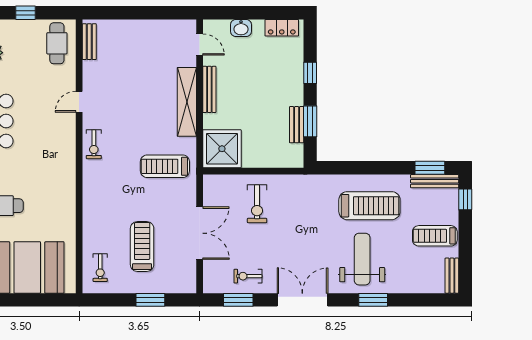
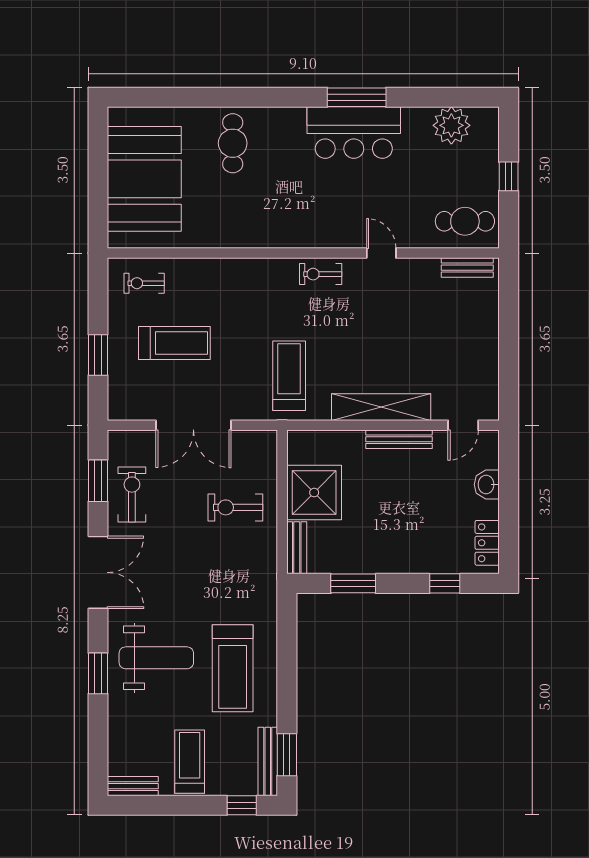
window: (310, 73) -> (445, 583), moved
bench: (297, 125) -> (297, 548), moved, turned 90
shower: (222, 149) -> (314, 493), moved
exercise bike: (248, 276) -> (132, 494), width x1.38, depth x1.39

